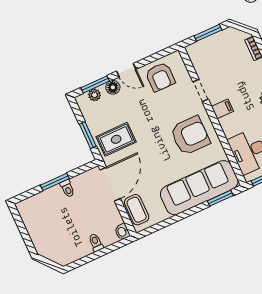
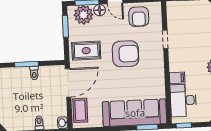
plant: (94, 95) -> (83, 15), width x1.88, depth x1.88
filing cabinet: (222, 109) -> (177, 78), moved
window: (88, 135) -> (65, 26), moved
armchair: (190, 136) -> (125, 54), moved

